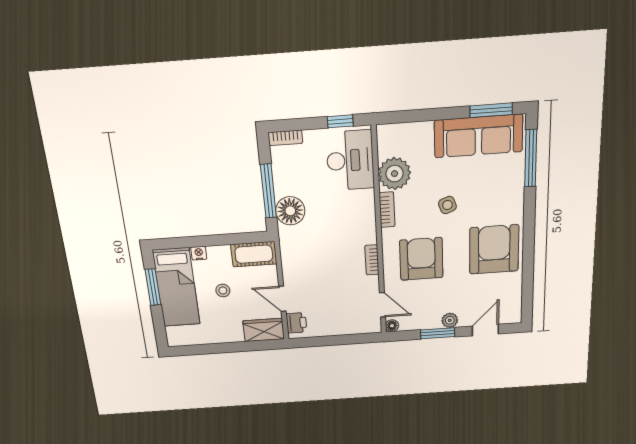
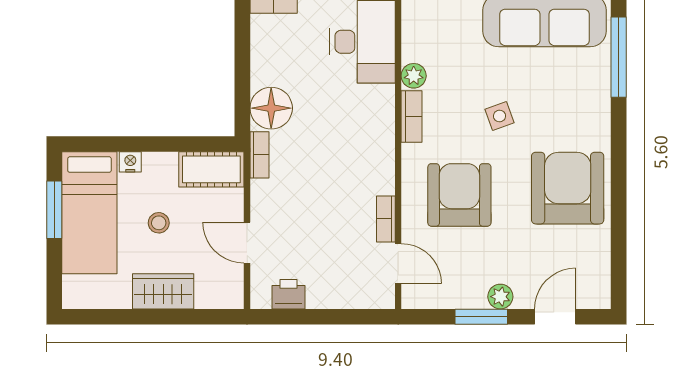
plant: (394, 174) -> (414, 76), width x0.53, depth x0.53
window: (268, 191) -> (242, 77), removed
bookcase: (285, 242) -> (259, 155), added
bookcase: (372, 260) -> (386, 219), moved
printer: (296, 323) -> (288, 294), moved, turned -90
floor lamp: (392, 326) -> (411, 299), removed
wardrobe: (264, 330) -> (163, 291), moved

